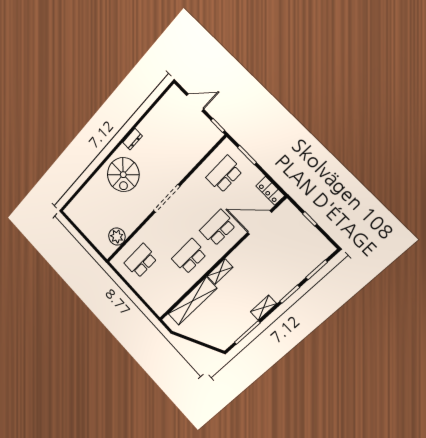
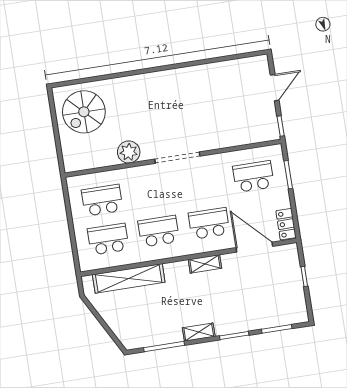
door: (195, 102) -> (275, 88), hinge flipped
dresser: (133, 139) -> (185, 73), removed
spiral stairs: (123, 175) -> (84, 112), moved
plant: (117, 237) -> (129, 152), moved
shelving: (220, 272) -> (205, 264), moved
school desk: (162, 284) -> (108, 239), added

